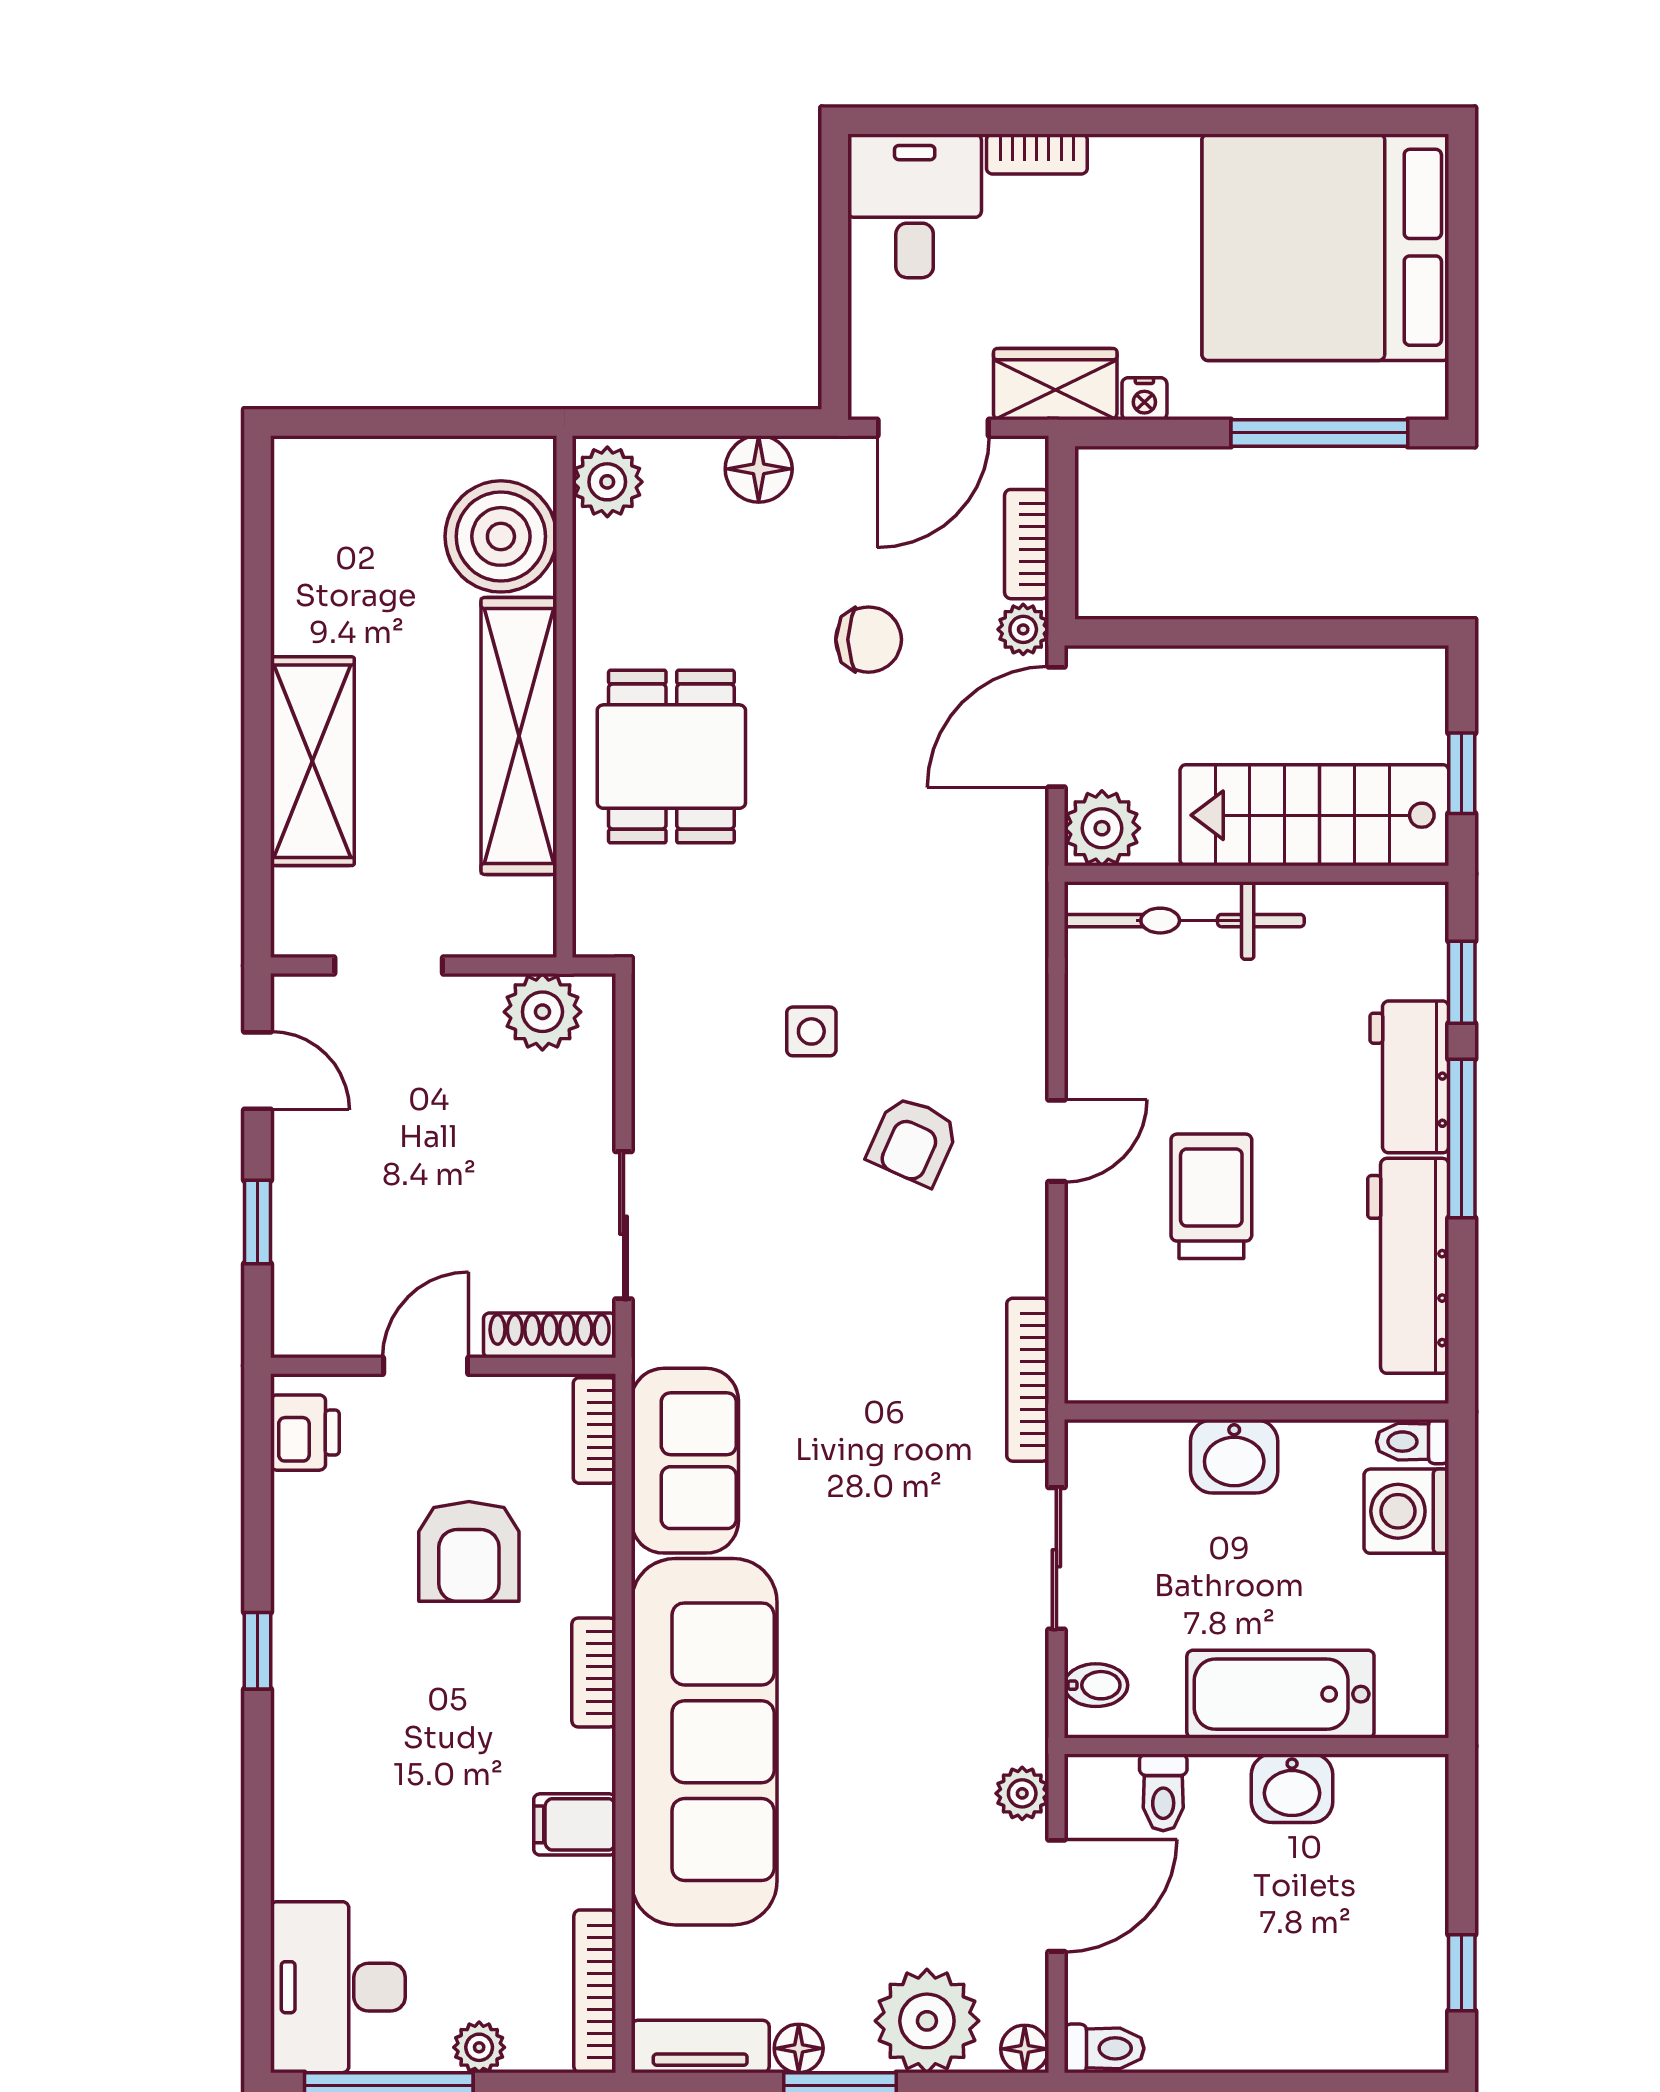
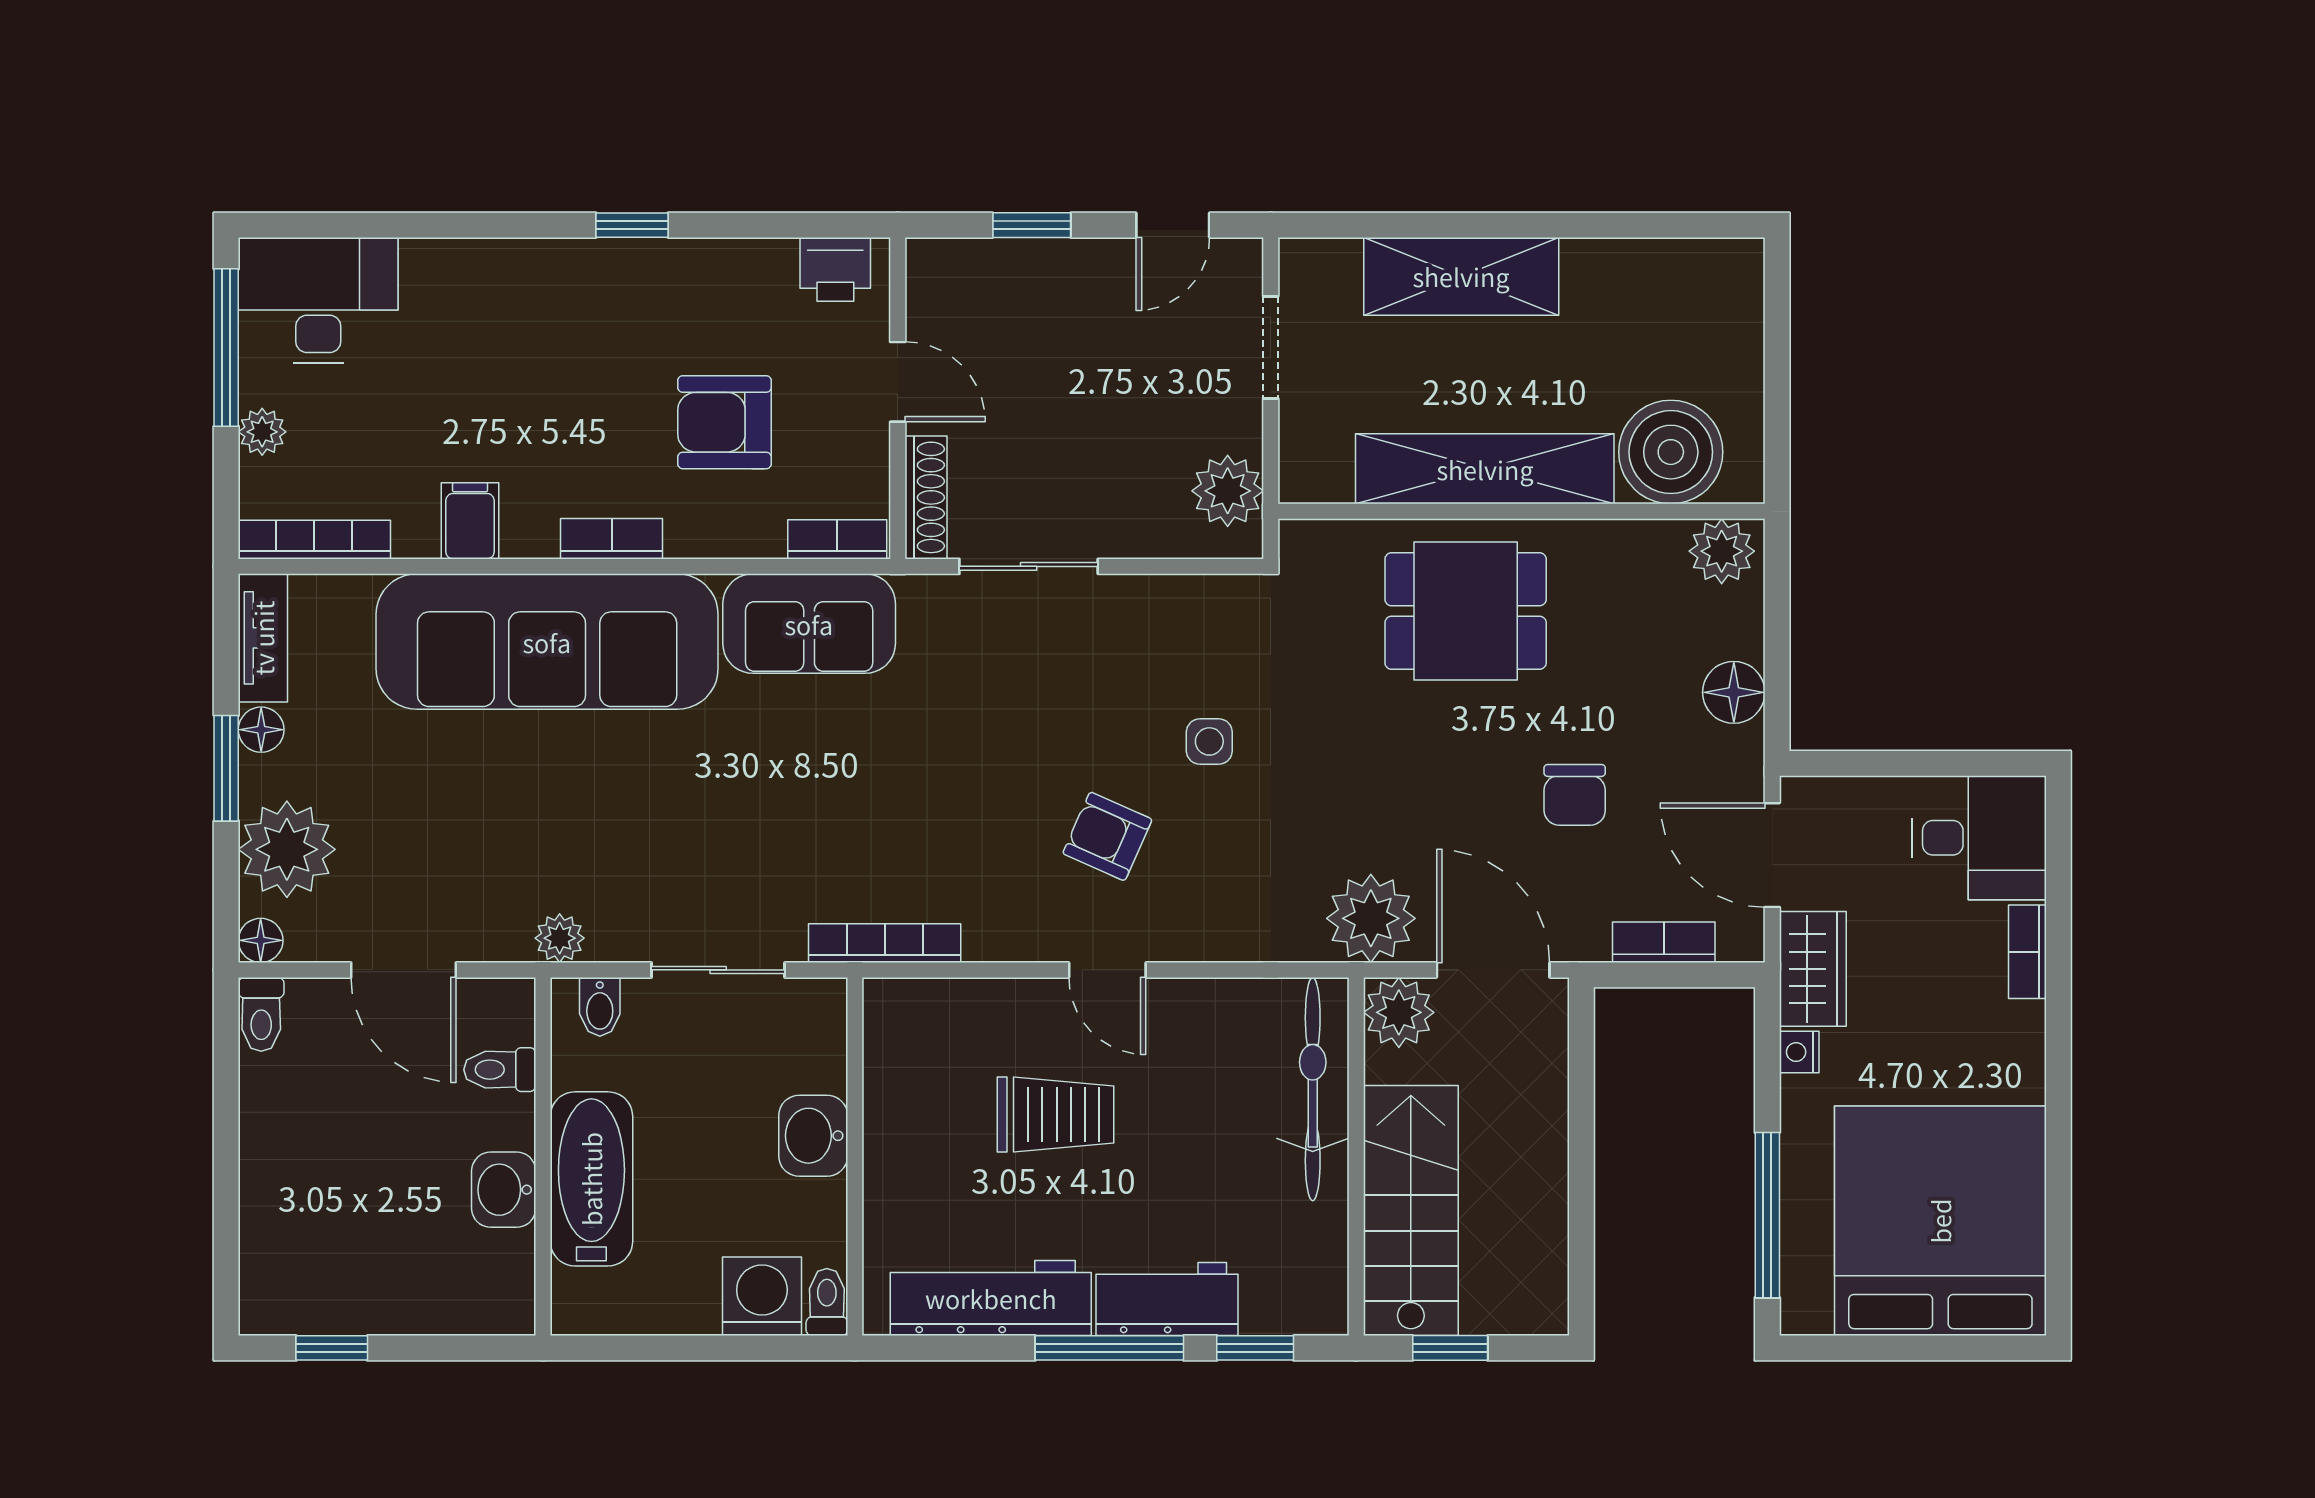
plant: (1023, 629) -> (1371, 918), moved, width x1.88, depth x1.88
plant: (1022, 1793) -> (560, 938), moved

